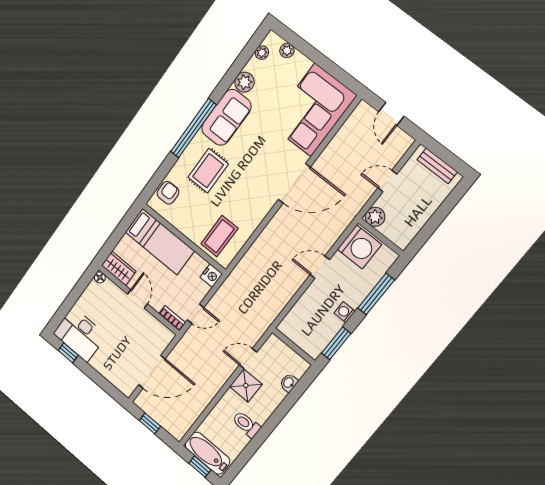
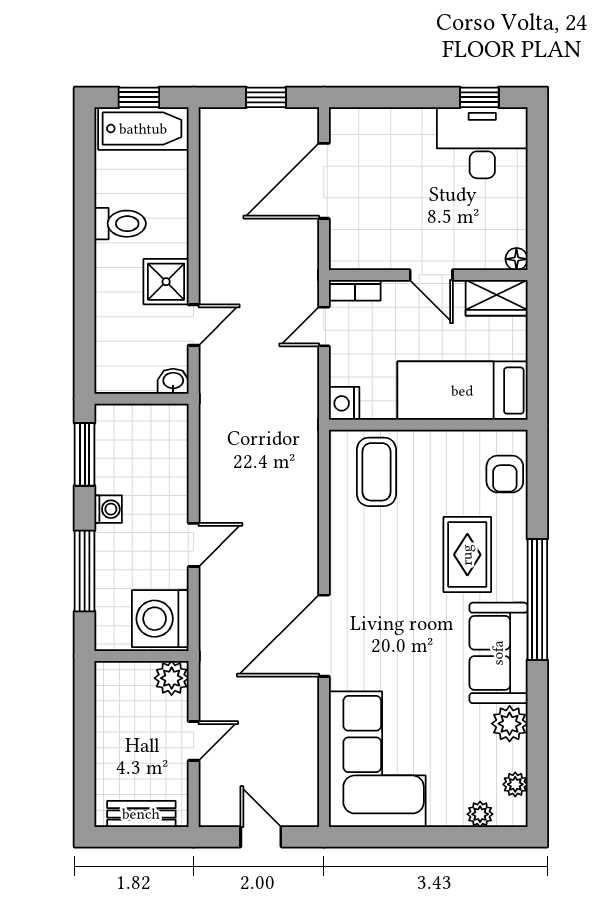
washbasin: (289, 383) -> (173, 381), moved, turned -90

